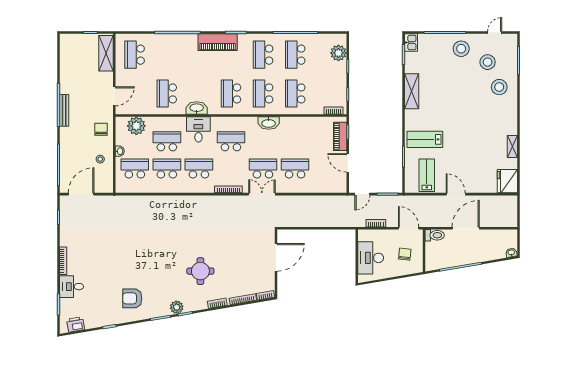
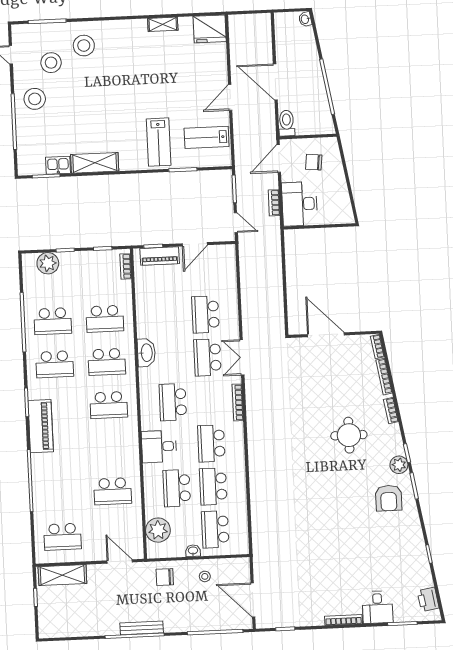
kitchen sink: (411, 43) -> (58, 165), moved
washbasin: (197, 108) -> (130, 450), removed
desk: (371, 258) -> (300, 204), moved, turned 90
armchair: (132, 298) -> (389, 498), moved

